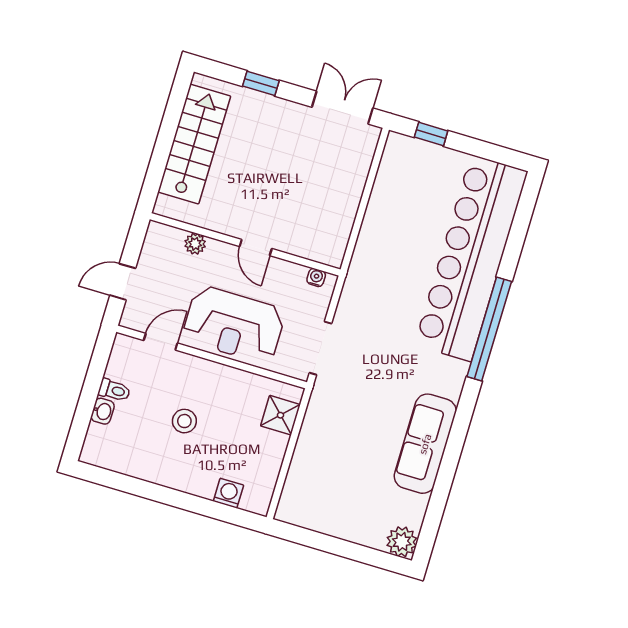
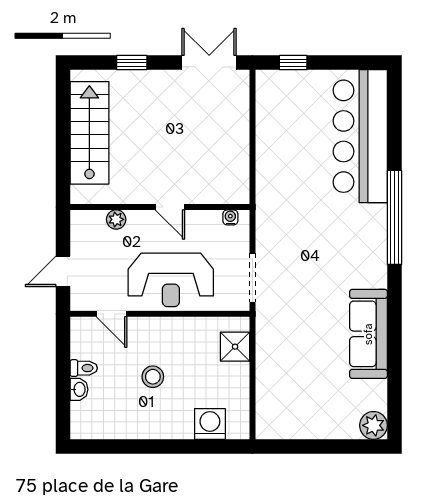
bar counter: (471, 258) -> (360, 136), width x0.73
door: (161, 342) -> (111, 314), swing flipped
washing machine: (228, 493) -> (210, 424), width x1.38, depth x1.38

